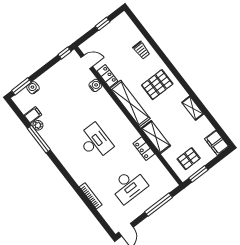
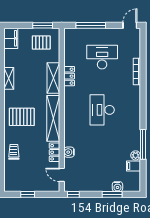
window: (21, 86) -> (112, 194), moved

